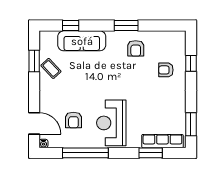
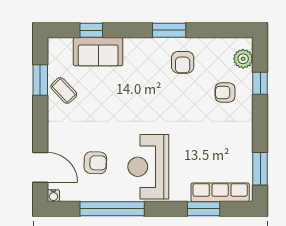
sofa: (82, 41) -> (98, 52), width x0.73
plant: (179, 46) -> (243, 59), added
armchair: (73, 120) -> (95, 163), turned -88

